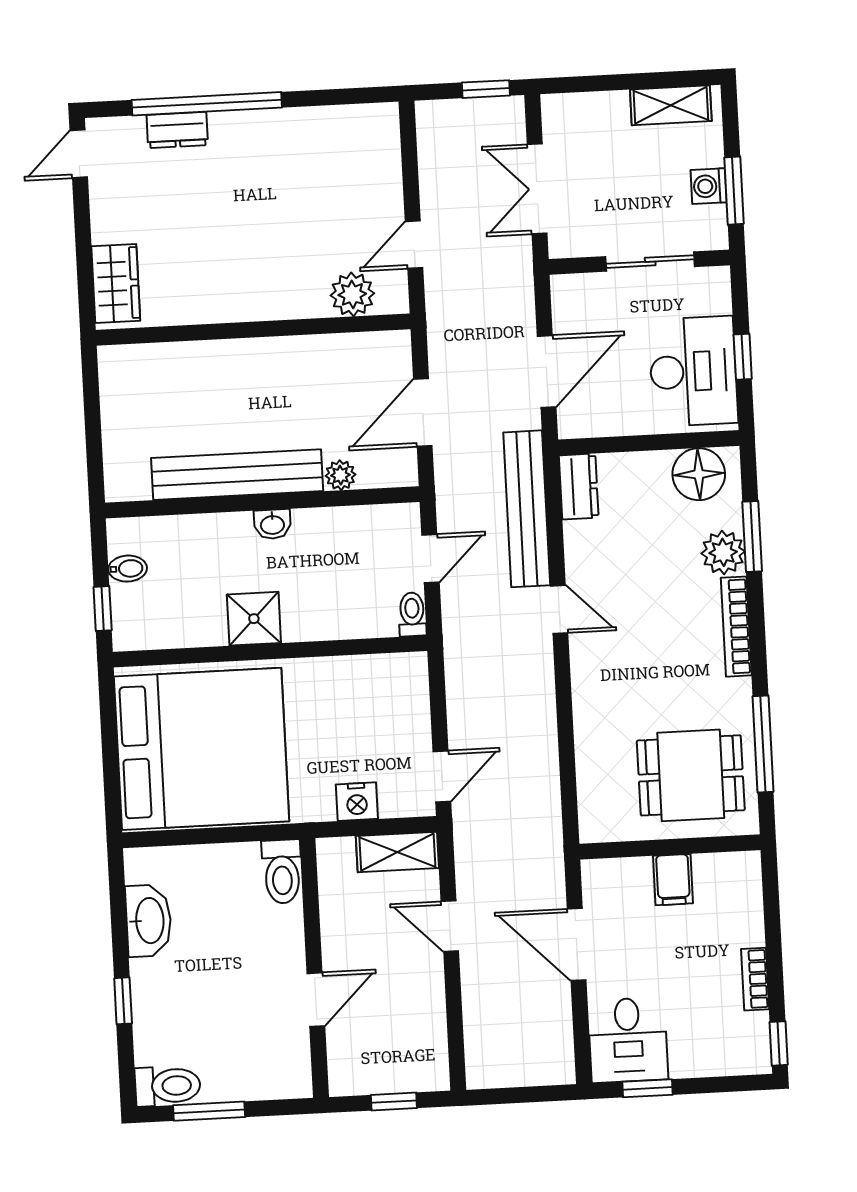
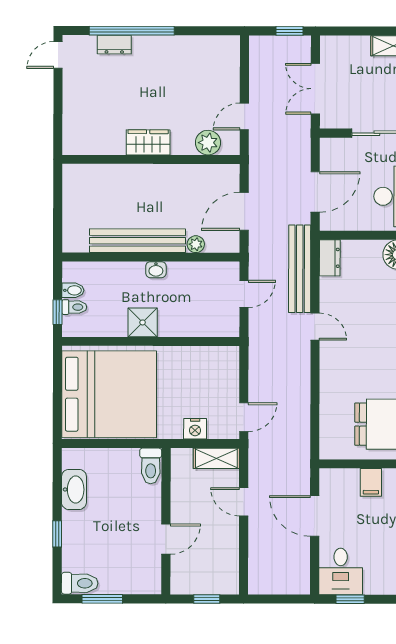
wardrobe: (116, 284) -> (148, 142), moved, turned -90
toilet: (412, 614) -> (74, 307), moved, turned 90

